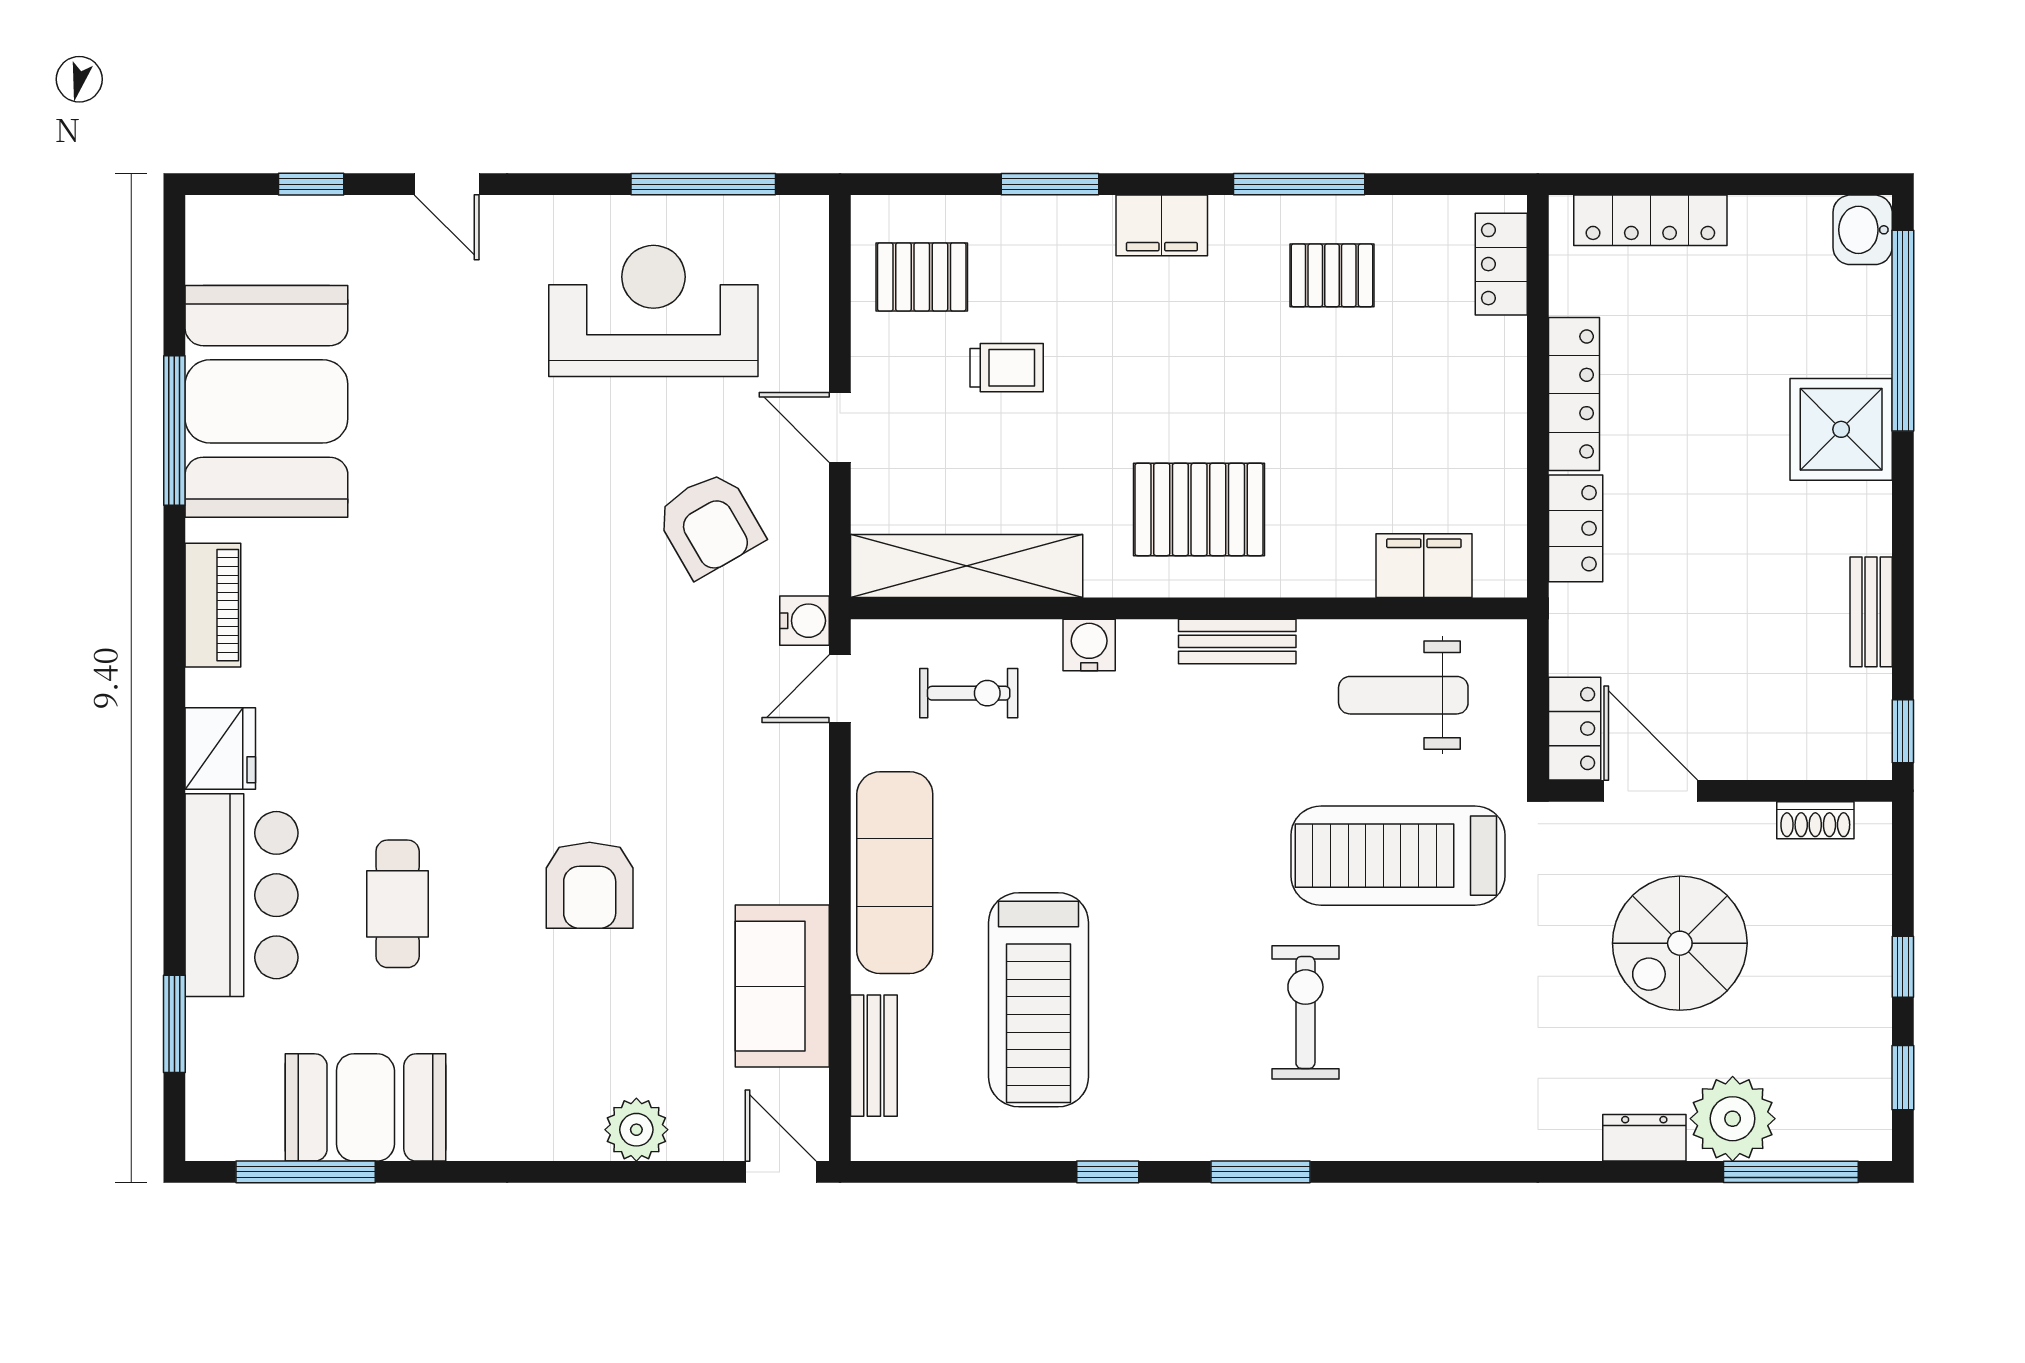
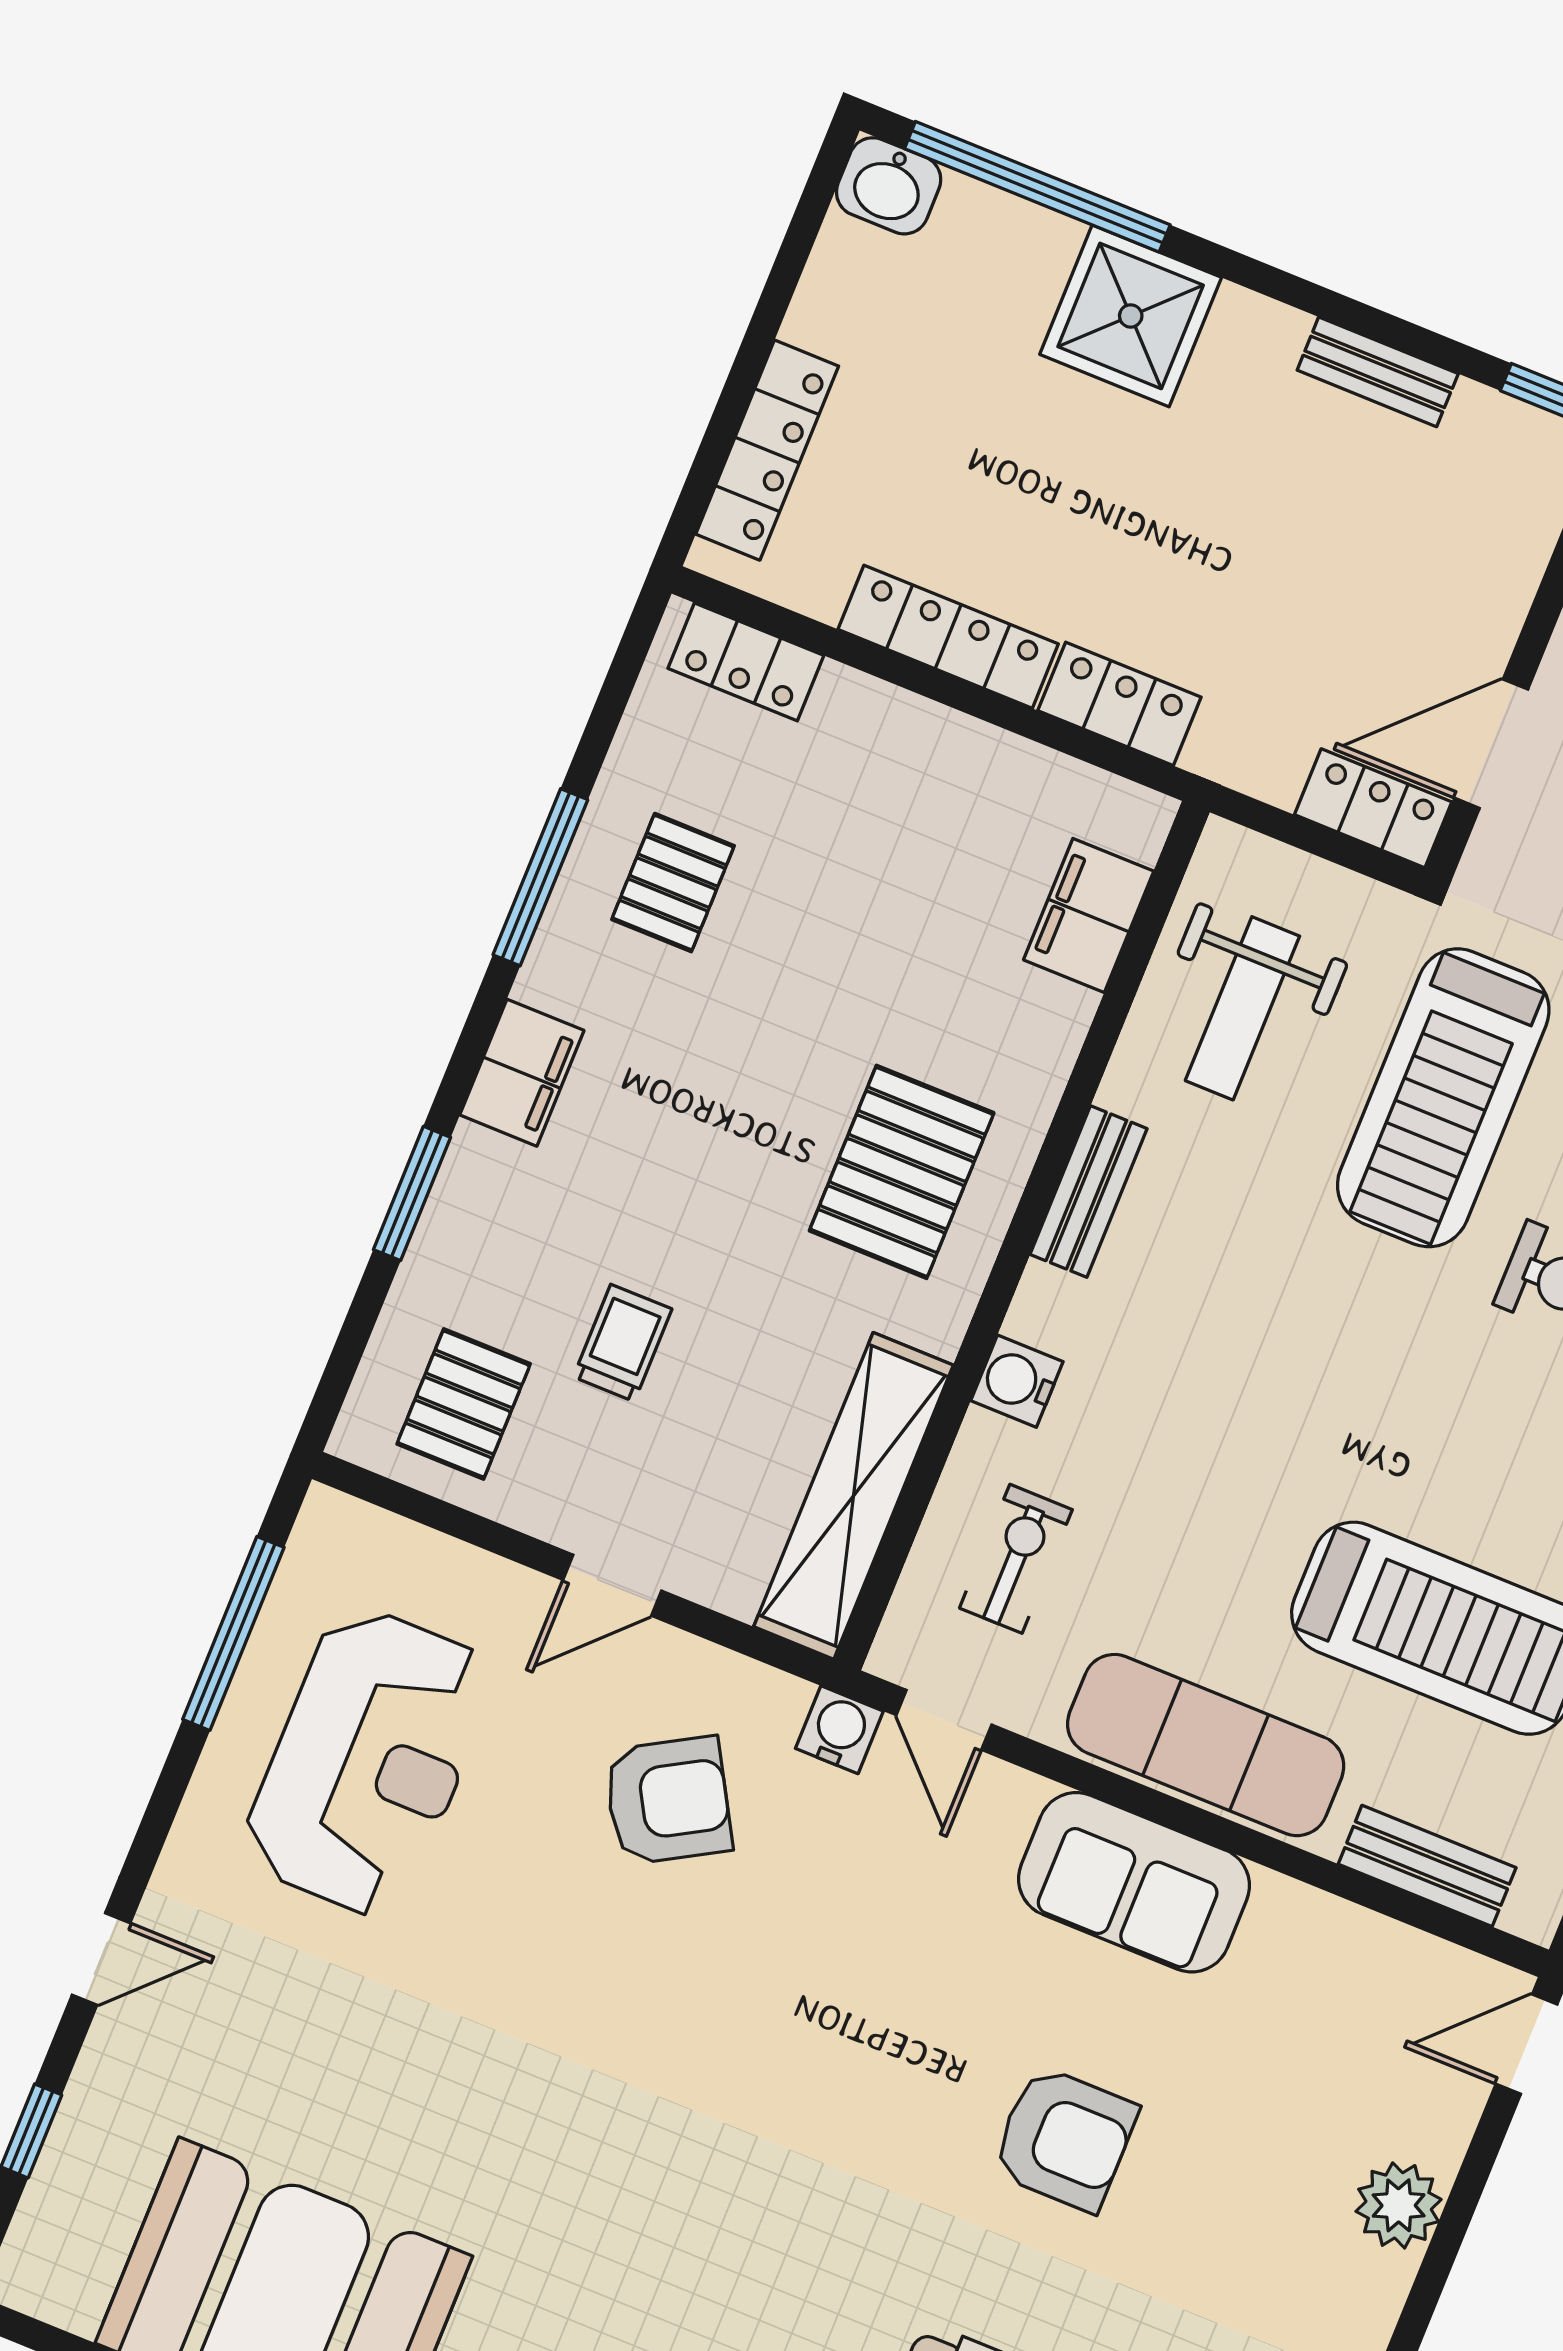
reception desk: (653, 311) -> (369, 1762), turned 180
sofa: (782, 986) -> (1134, 1882), moved

